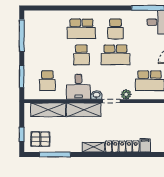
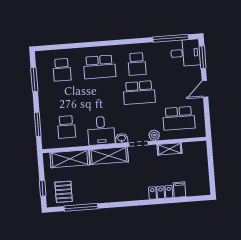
window: (22, 36) -> (34, 79), width x0.69
school desk: (81, 55) -> (62, 70), moved
pallet: (40, 139) -> (64, 192), turned 90
locker: (122, 146) -> (161, 192), width x0.66
shelving: (93, 147) -> (170, 149), moved

